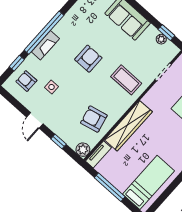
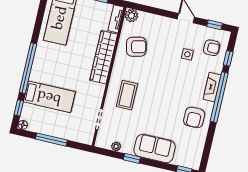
window: (166, 33) -> (132, 158), moved
armchair: (88, 59) -> (194, 117), moved
coffee table: (126, 80) -> (127, 95), turned 90
window: (58, 141) -> (215, 25), moved

